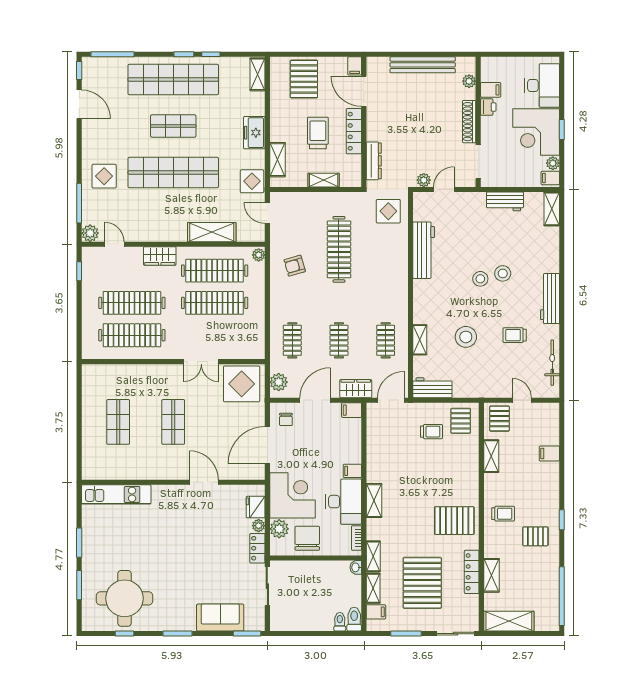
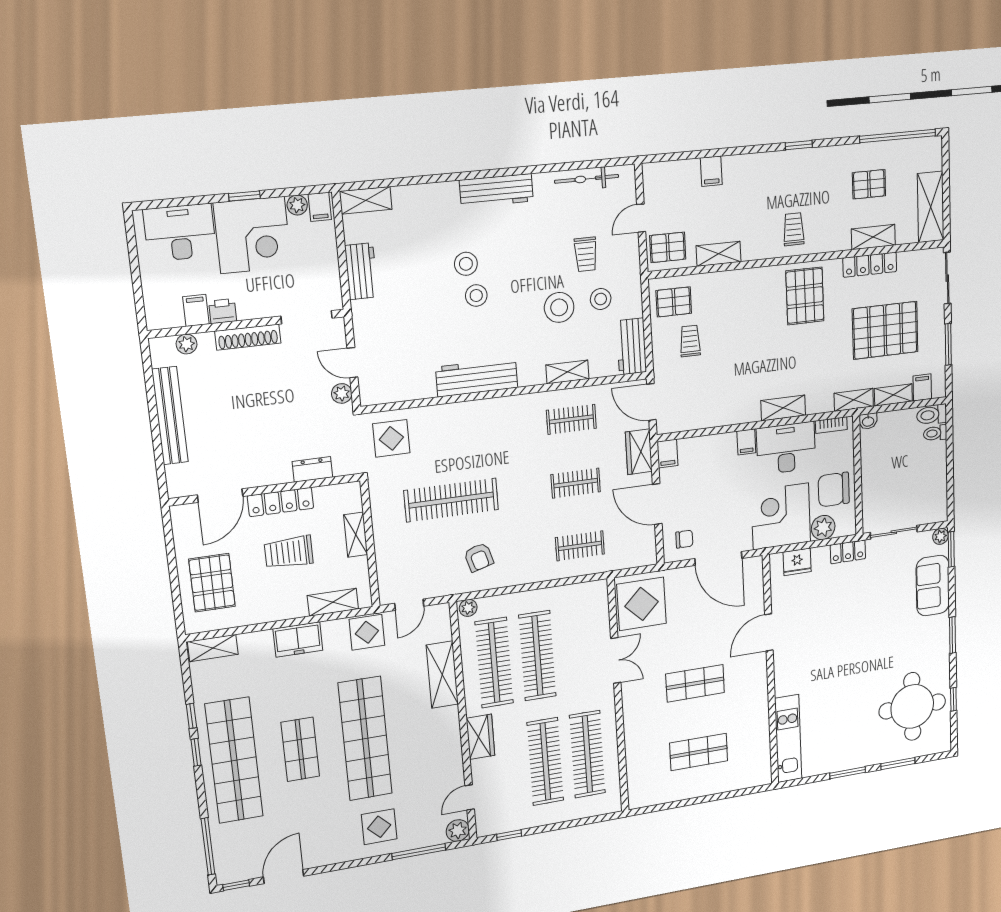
filing cabinet: (355, 66) -> (184, 514), removed
pallet: (304, 79) -> (212, 583), turned 90
dresser: (374, 161) -> (312, 469), width x0.70
workbench: (424, 250) -> (477, 377), moved
trolley: (515, 335) -> (586, 254), moved
stool: (468, 367) -> (601, 299), added
plant: (279, 382) -> (636, 556), removed
plant: (259, 526) -> (941, 536), moved
pallet: (535, 536) -> (869, 184), moved, turned 90

